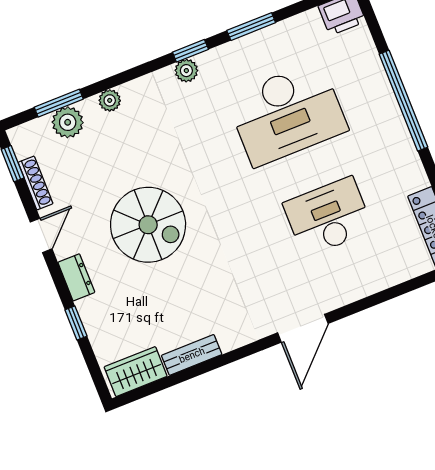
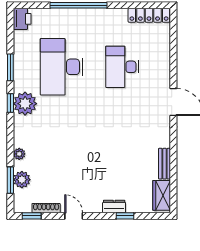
plant: (186, 71) -> (25, 104), width x1.87, depth x1.87
desk: (287, 114) -> (62, 67), turned 180
spiral stairs: (148, 225) -> (90, 159), removed
dresser: (76, 277) -> (114, 206), moved

